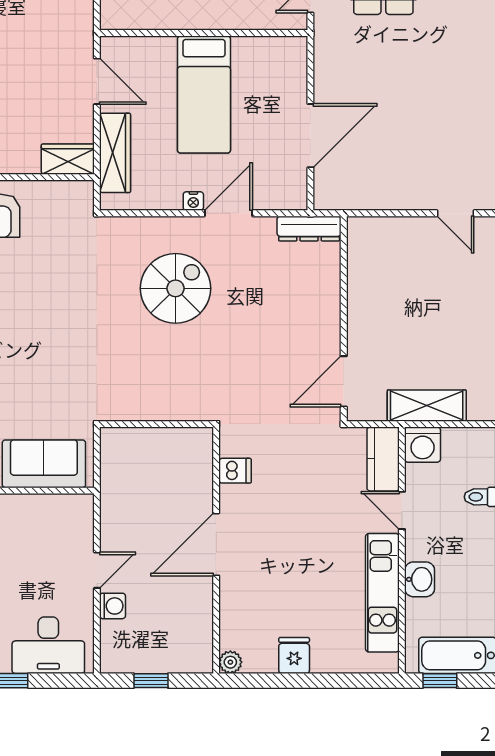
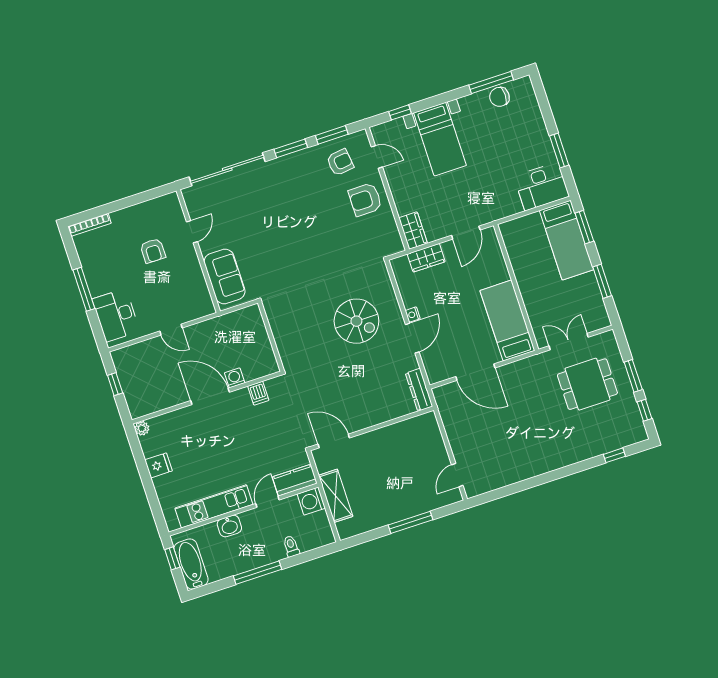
bed: (204, 94) -> (507, 321), moved, turned 90
wardrobe: (115, 153) -> (426, 258), width x0.67
door: (229, 213) -> (412, 338), hinge flipped
washing machine: (113, 606) -> (235, 378), moved, turned 180

